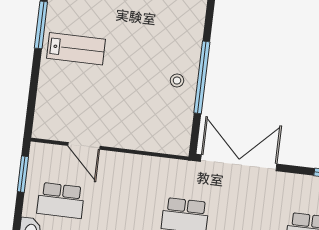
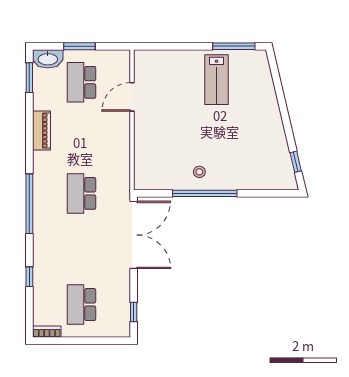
window: (23, 174) -> (79, 46), moved

